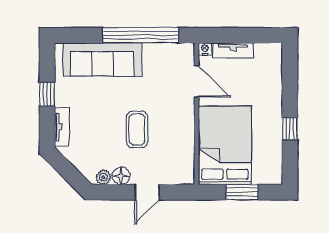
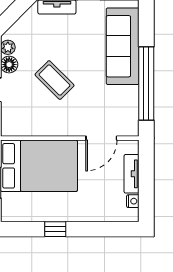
nightstand: (205, 49) -> (133, 201), moved
coffee table: (137, 129) -> (55, 80), turned 45

